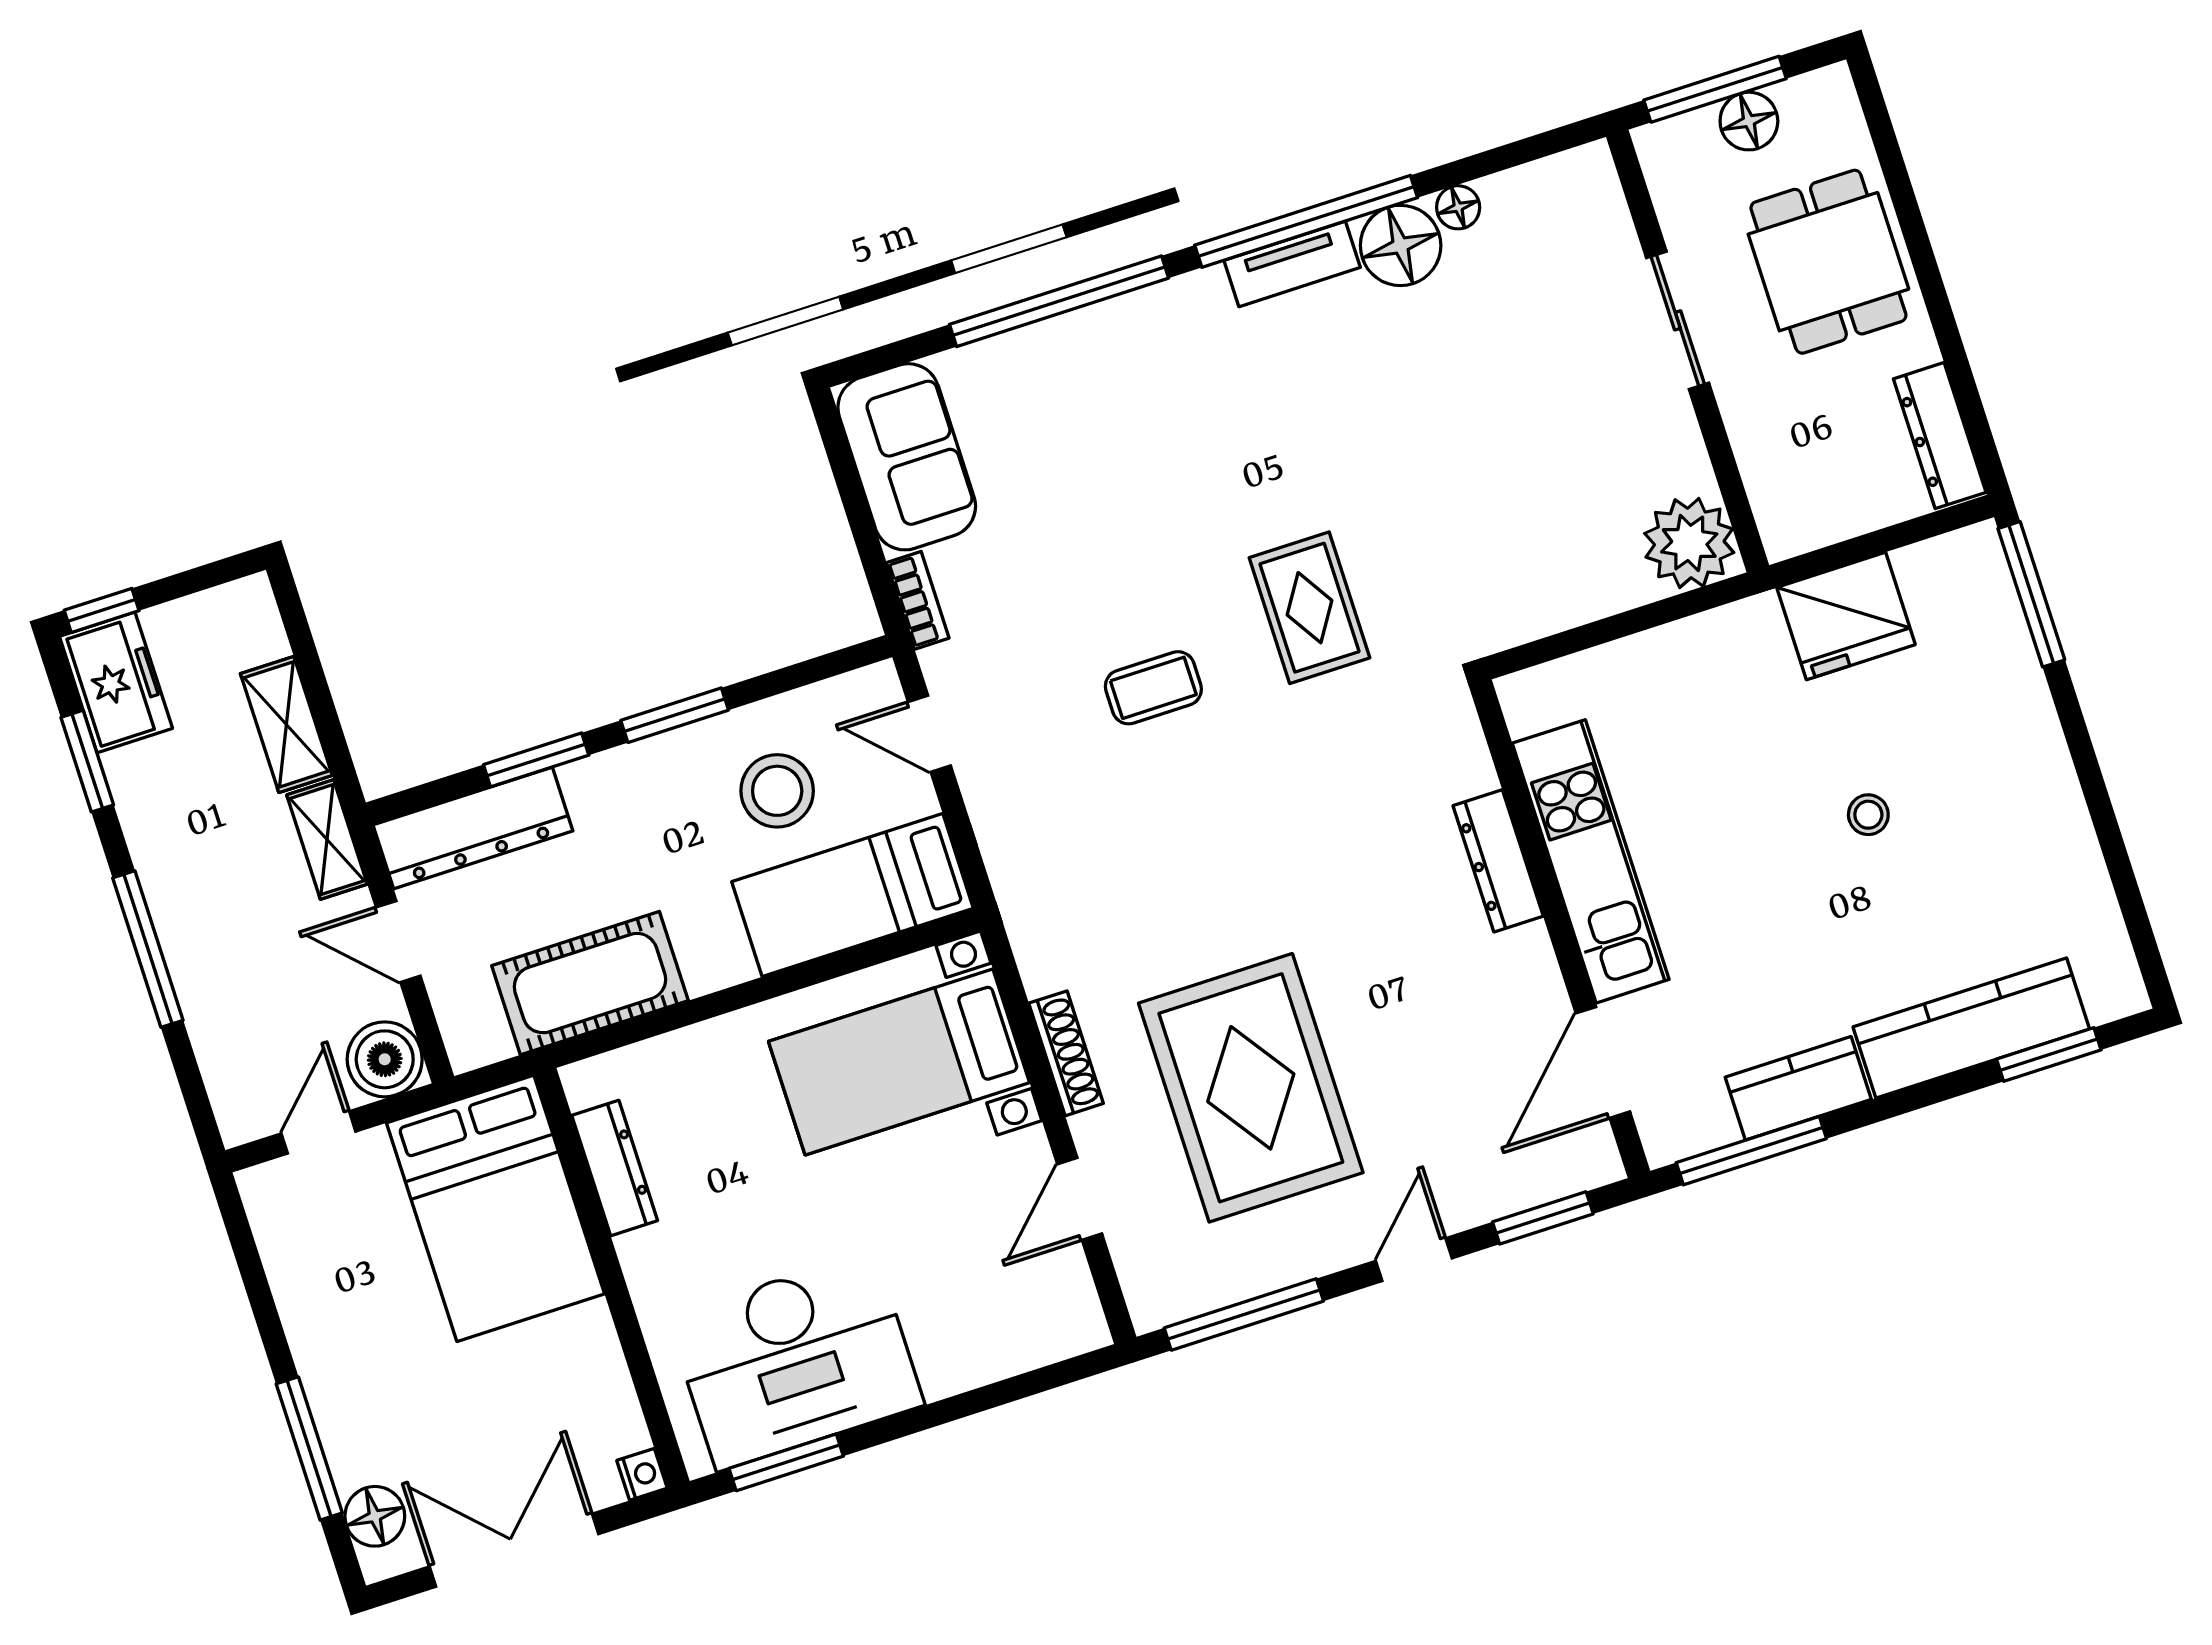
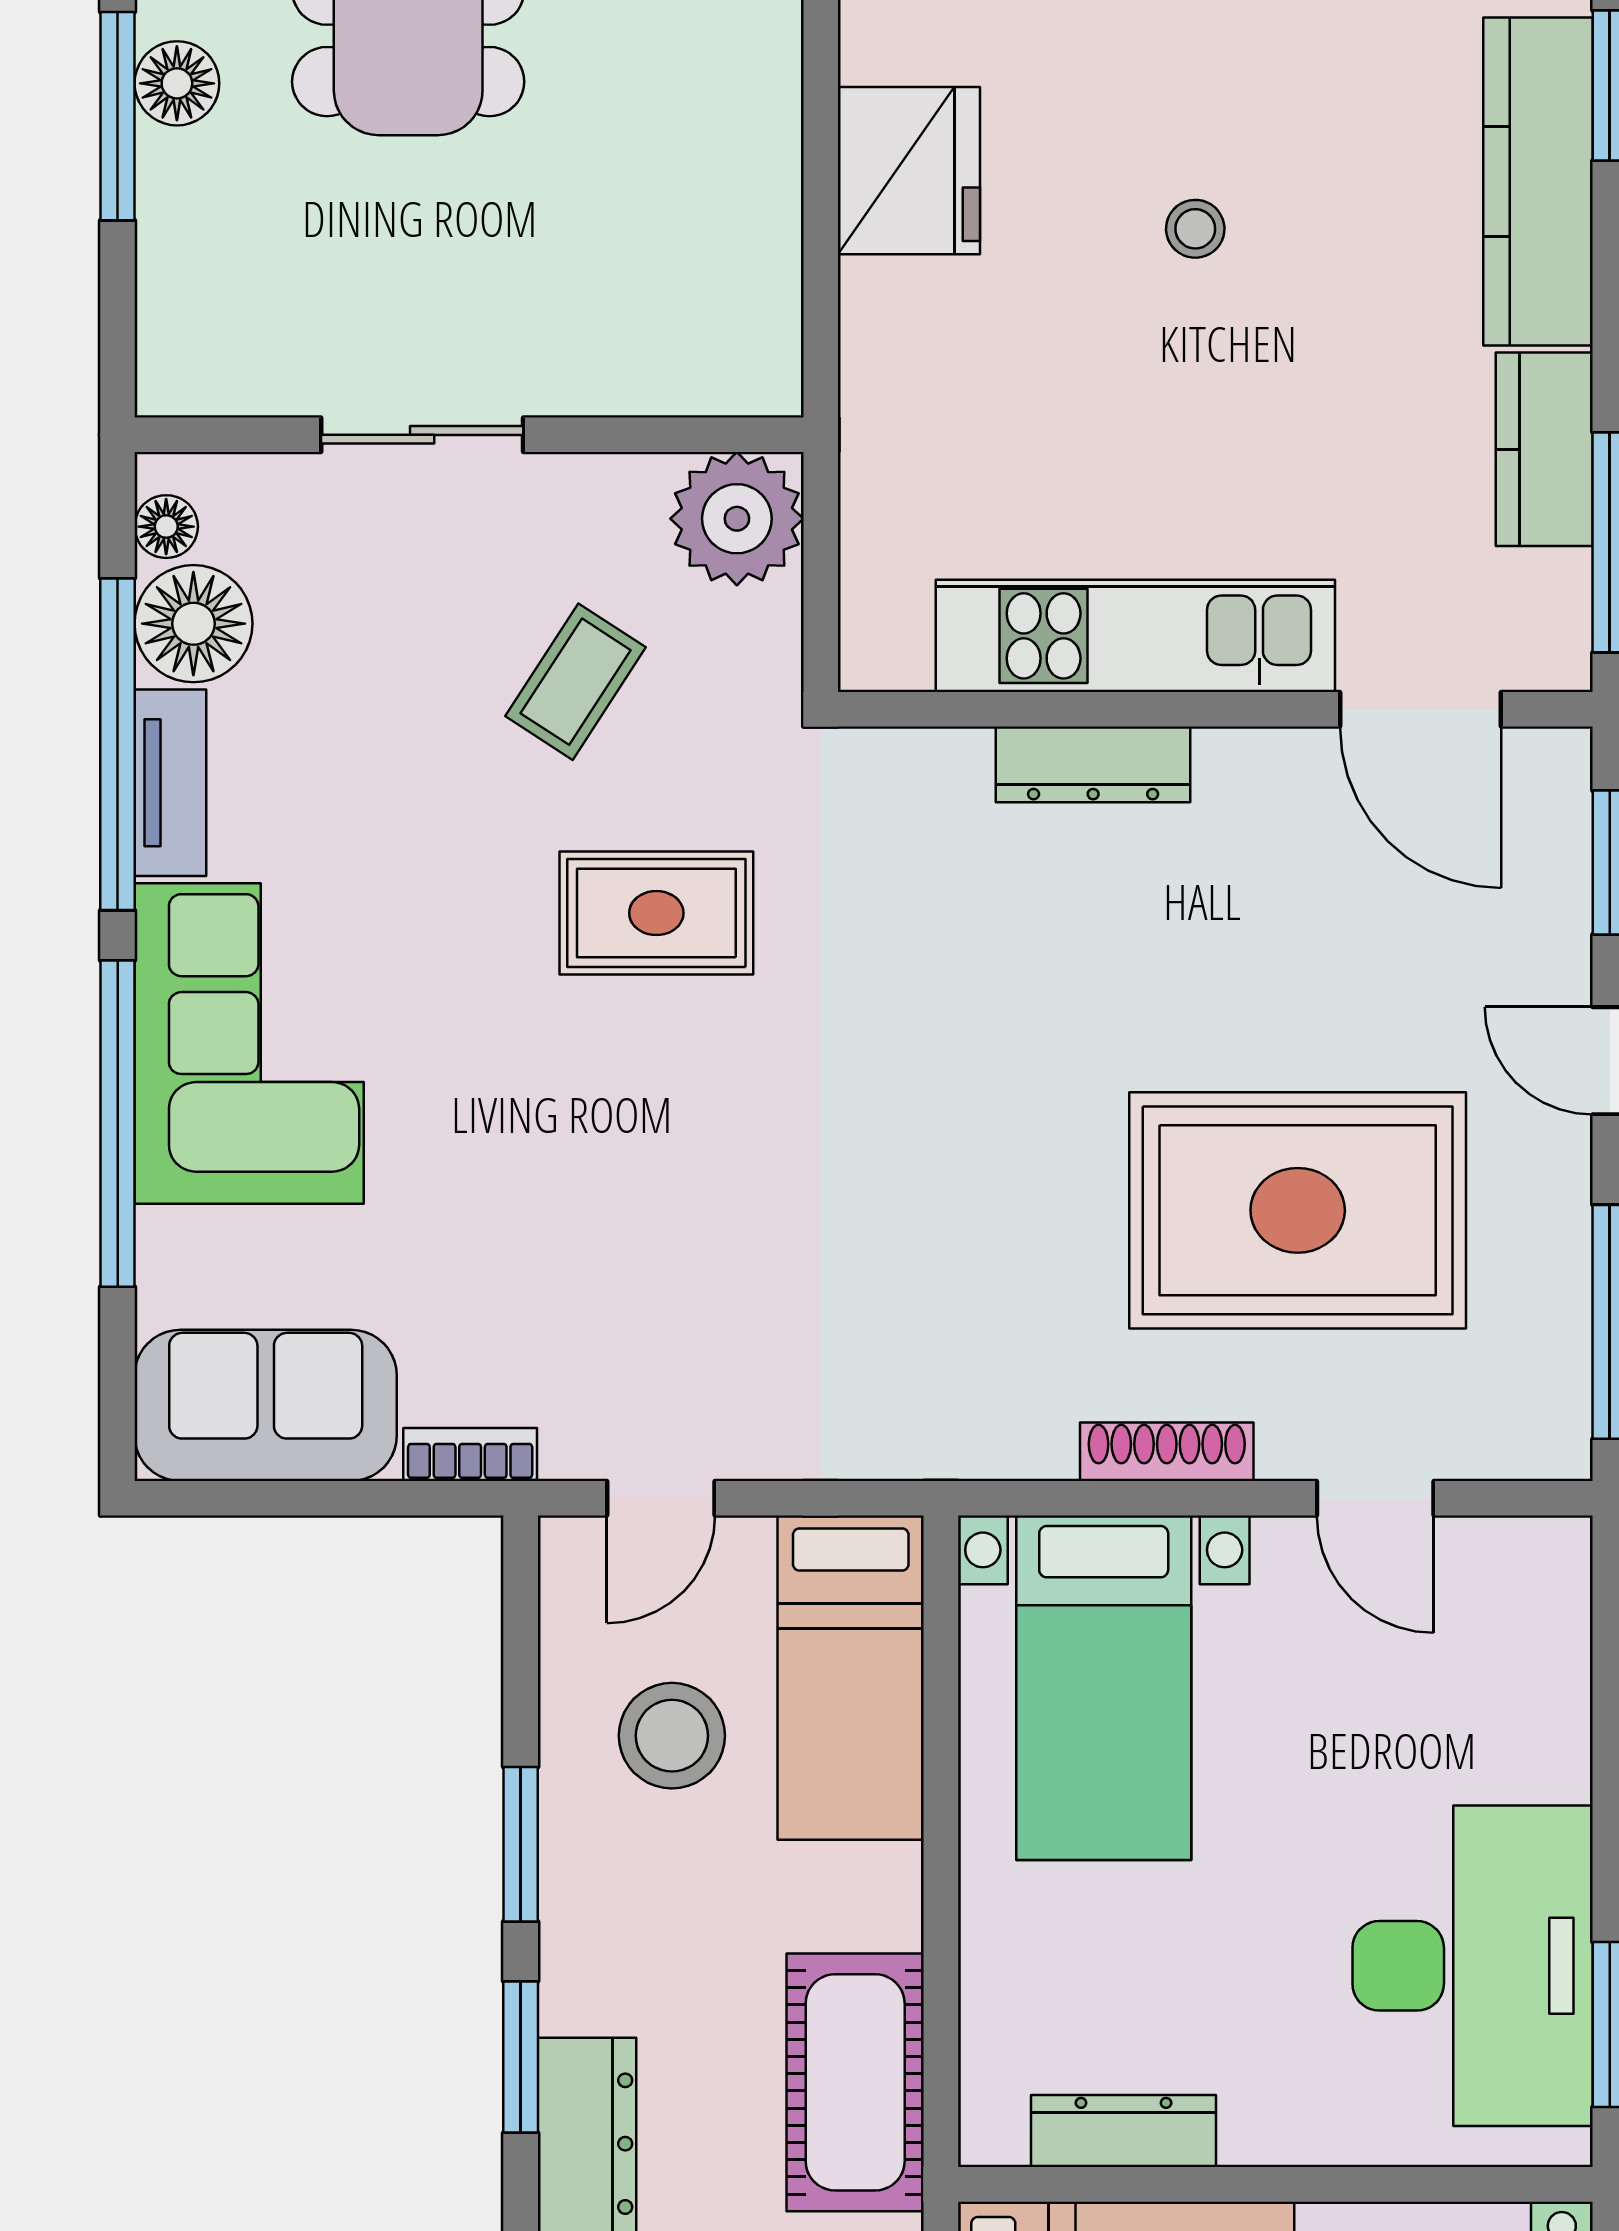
sliding door: (1678, 320) -> (422, 435), moved
wall: (1688, 351) -> (469, 435), moved
corner sofa: (1139, 370) -> (249, 1043), added
plant: (1689, 543) -> (737, 519), moved
coffee table: (1153, 688) -> (576, 682), moved, turned 33

